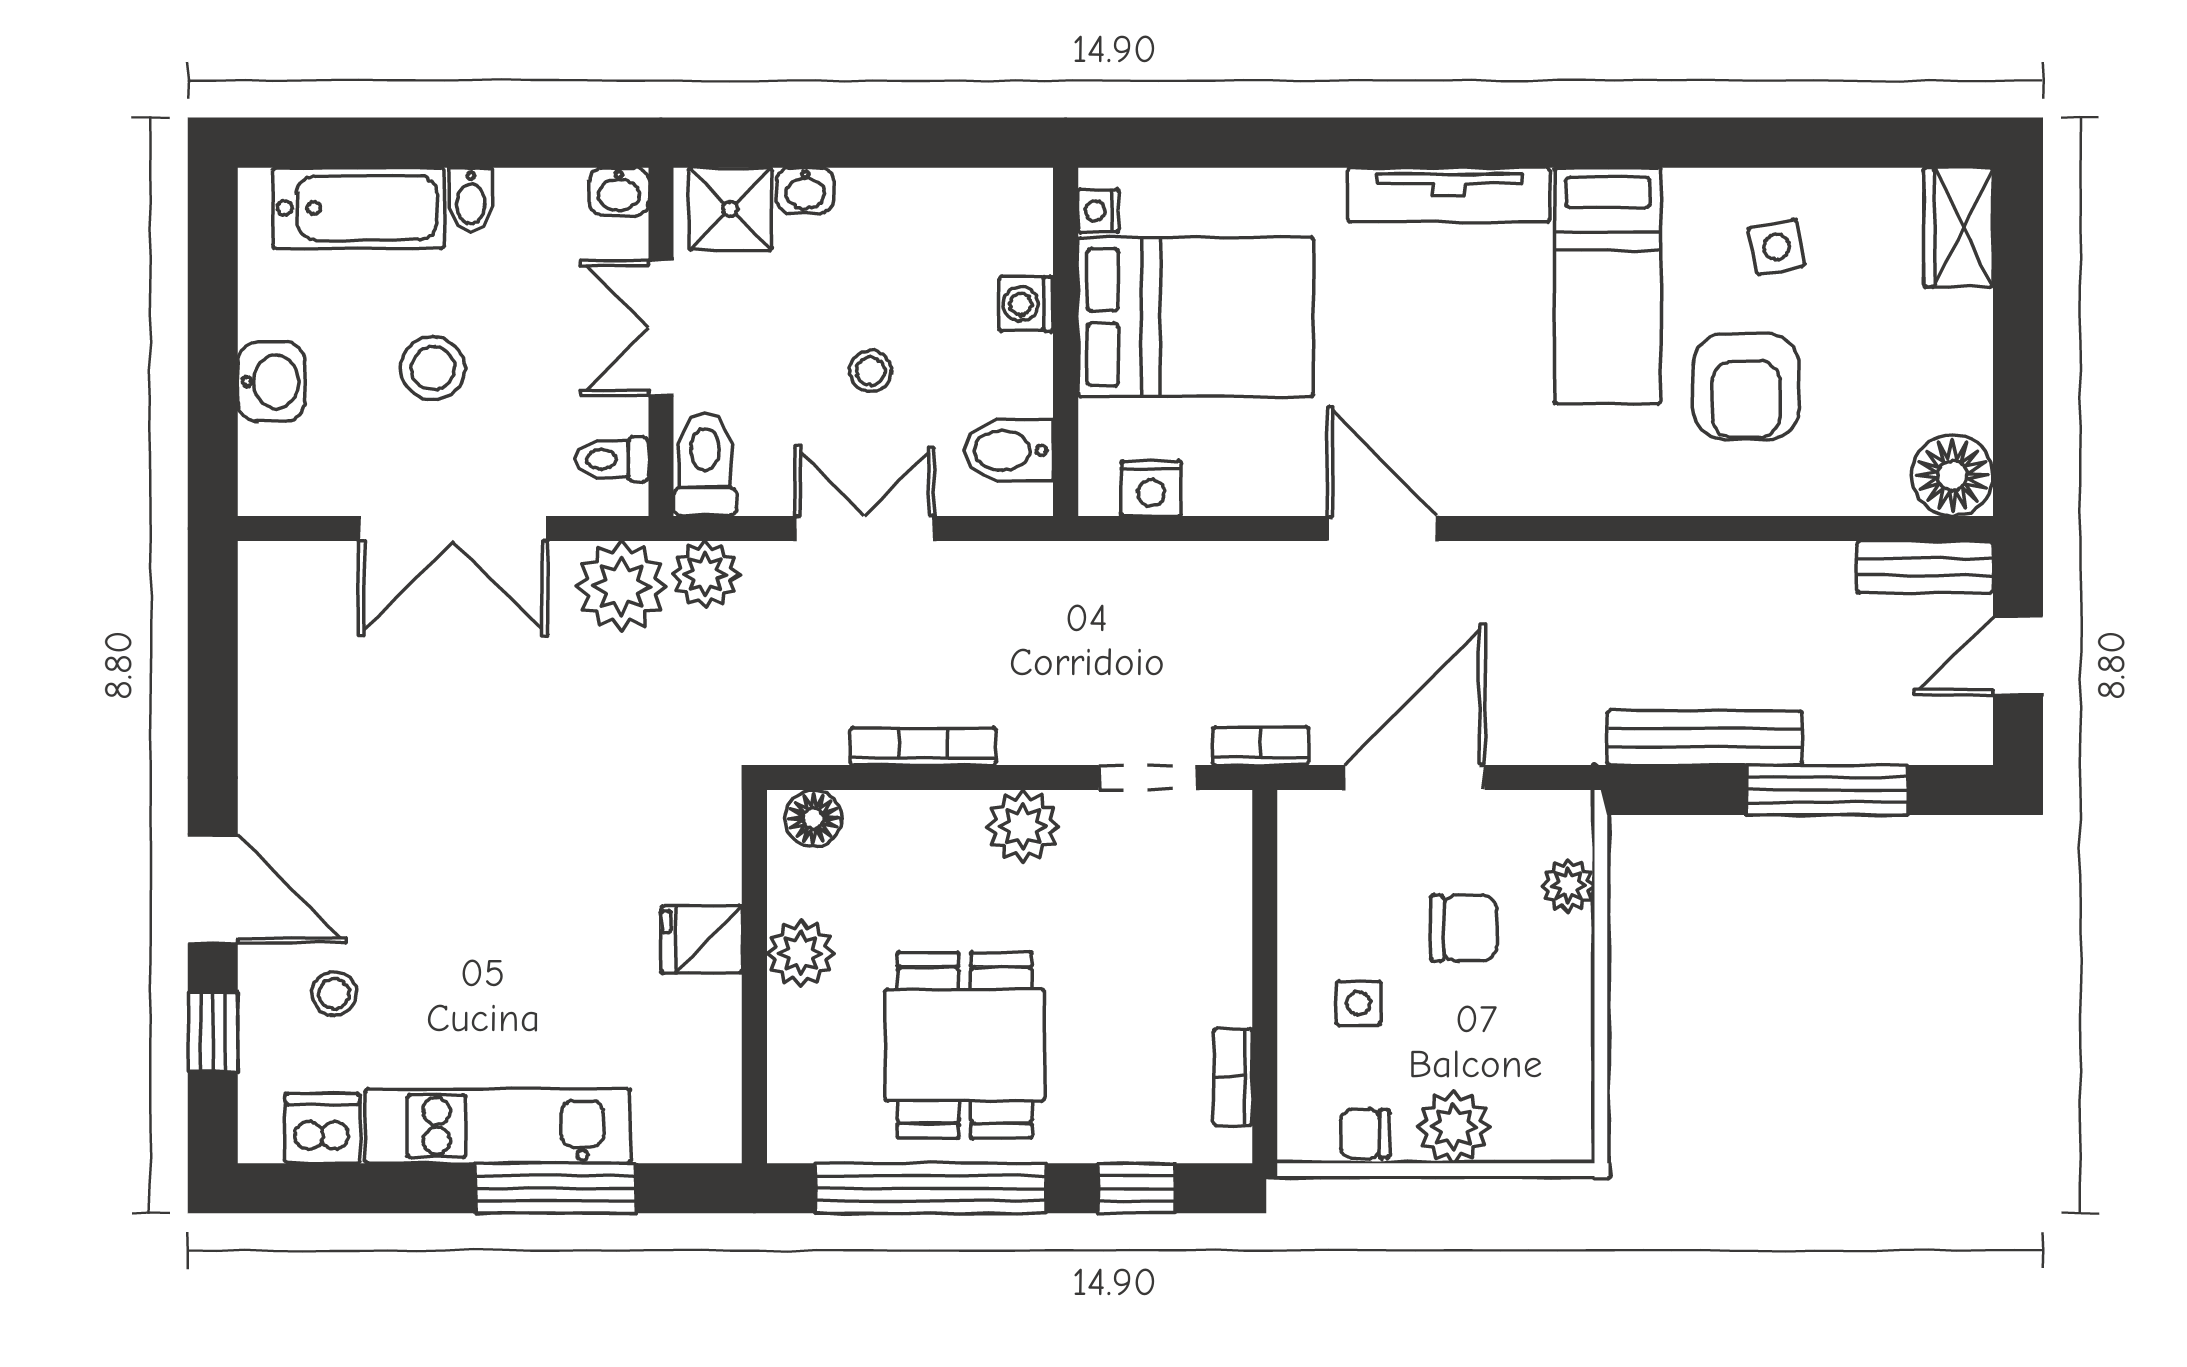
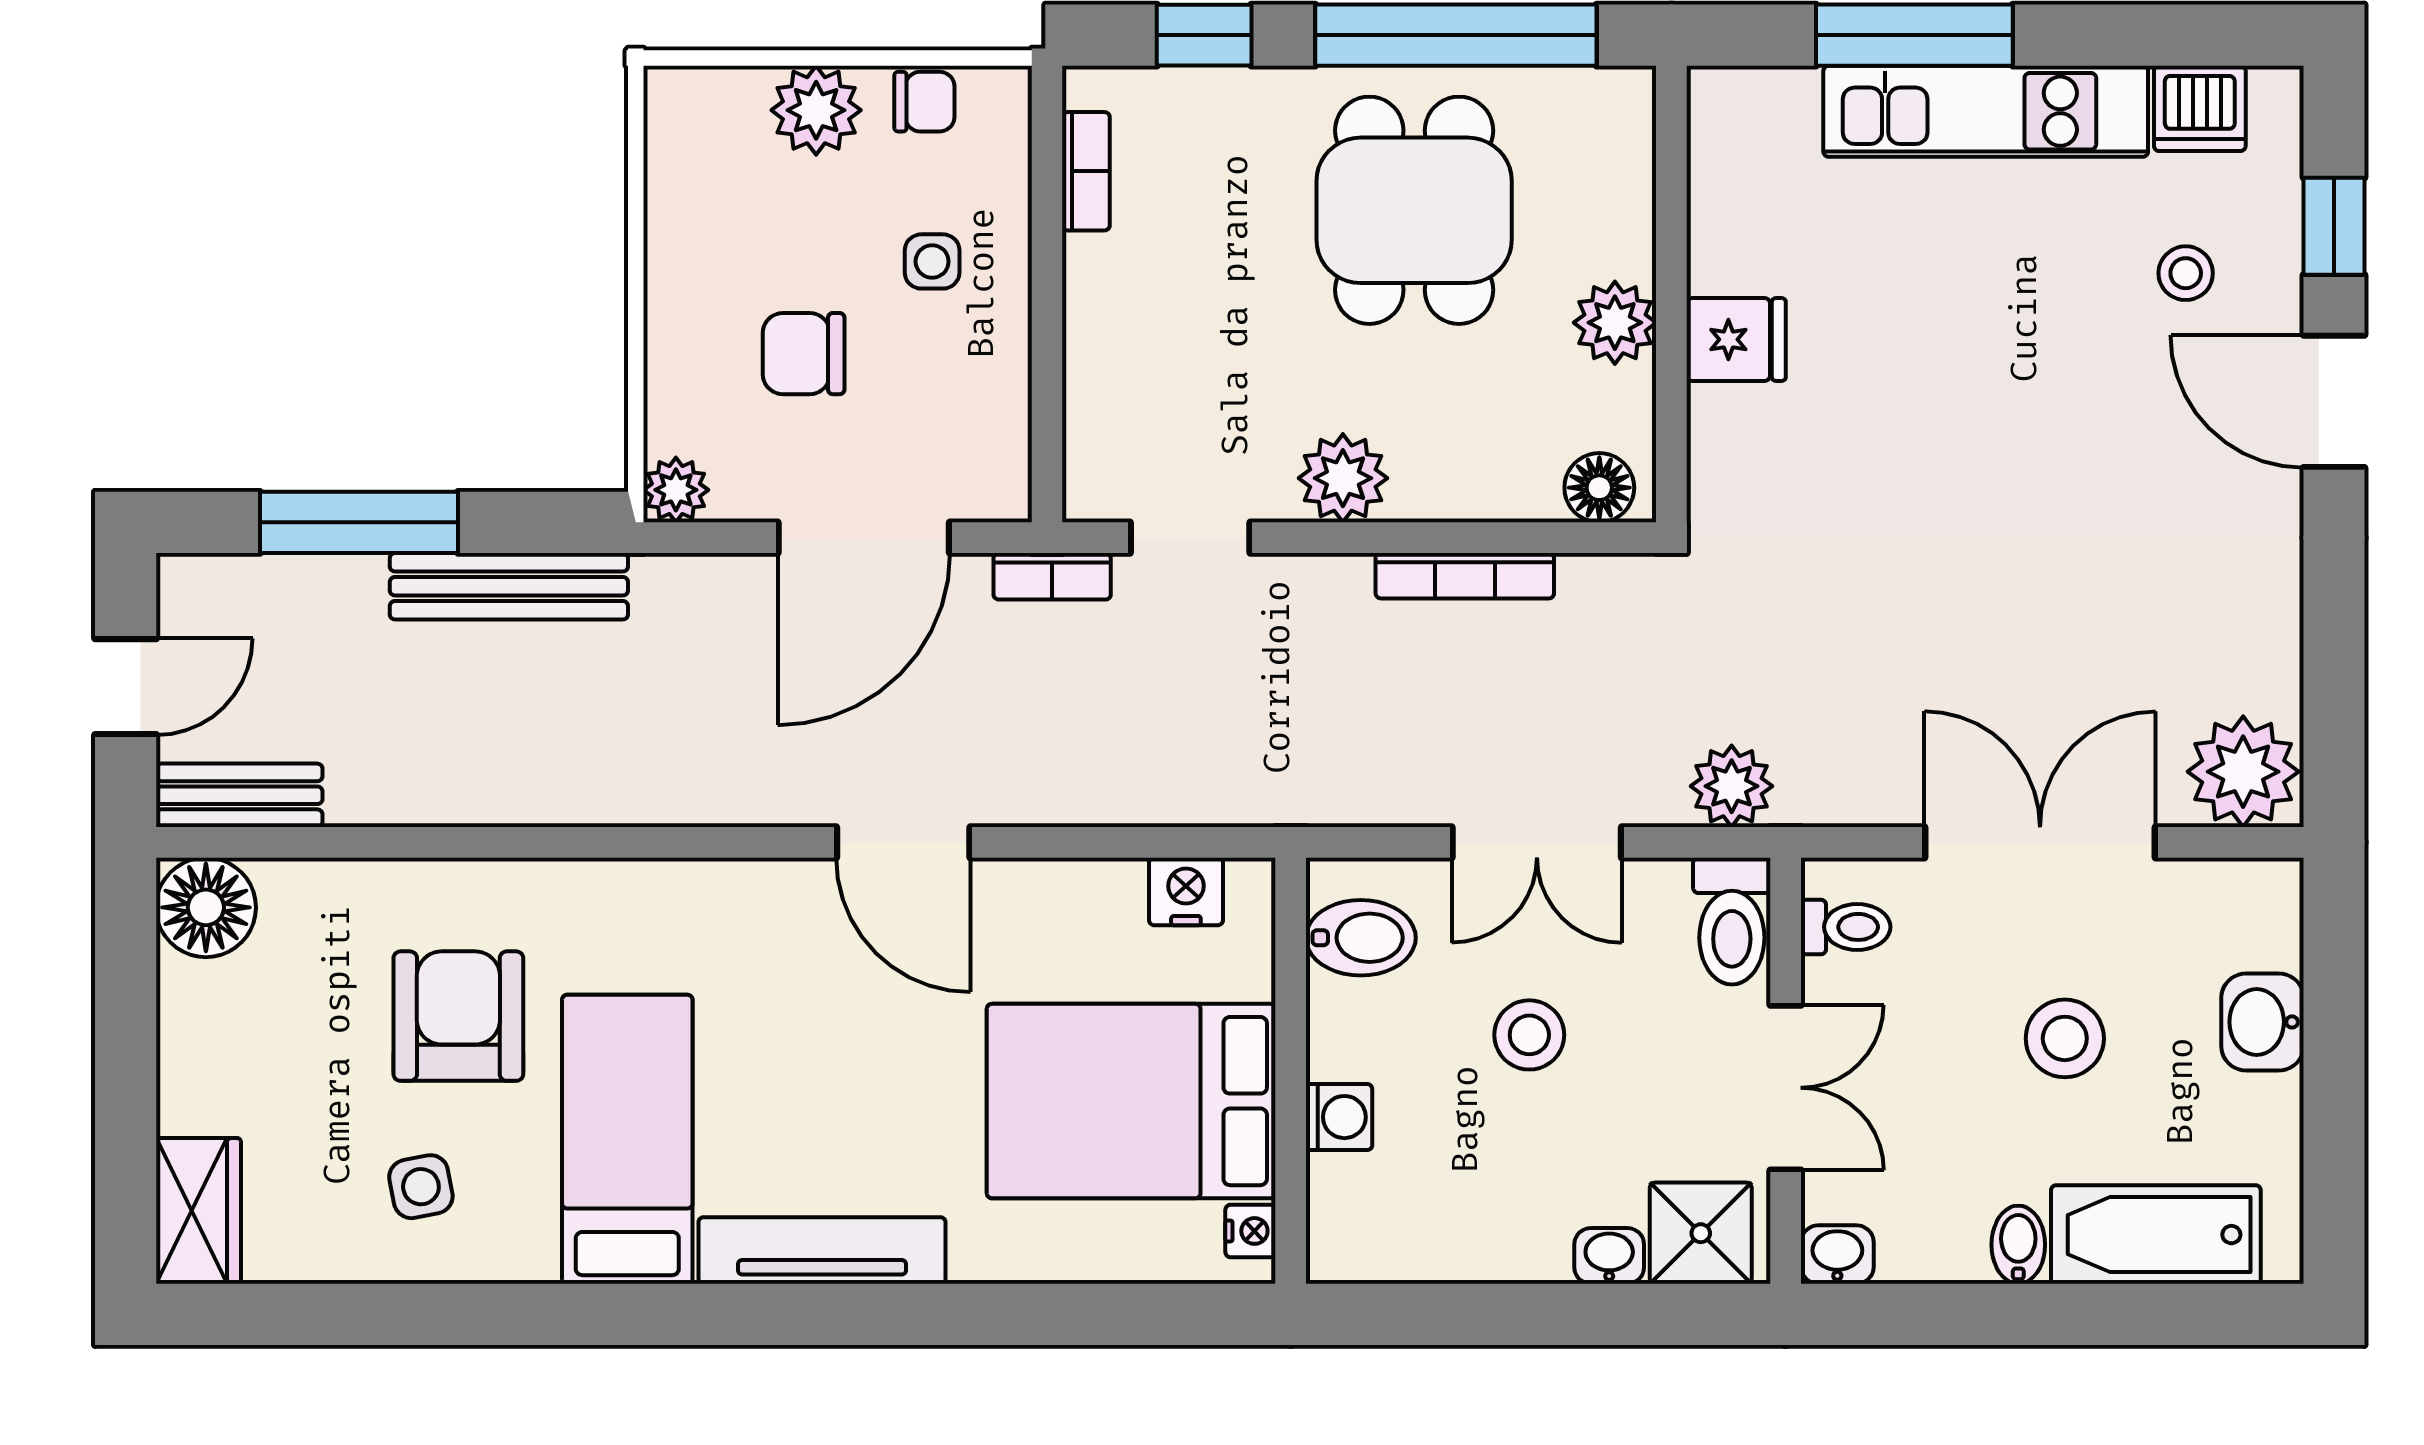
stool: (871, 371) -> (1529, 1035), width x1.37, depth x1.37
plant: (622, 586) -> (2243, 772), moved
plant: (1568, 886) -> (676, 490), moved

